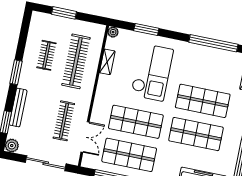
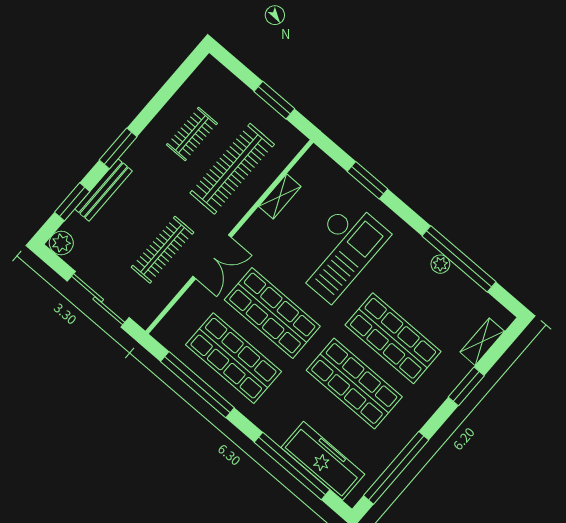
window: (64, 13) -> (274, 100), moved
plant: (113, 32) -> (440, 264), moved
window: (16, 72) -> (118, 148), moved
double door: (85, 137) -> (212, 257), moved

